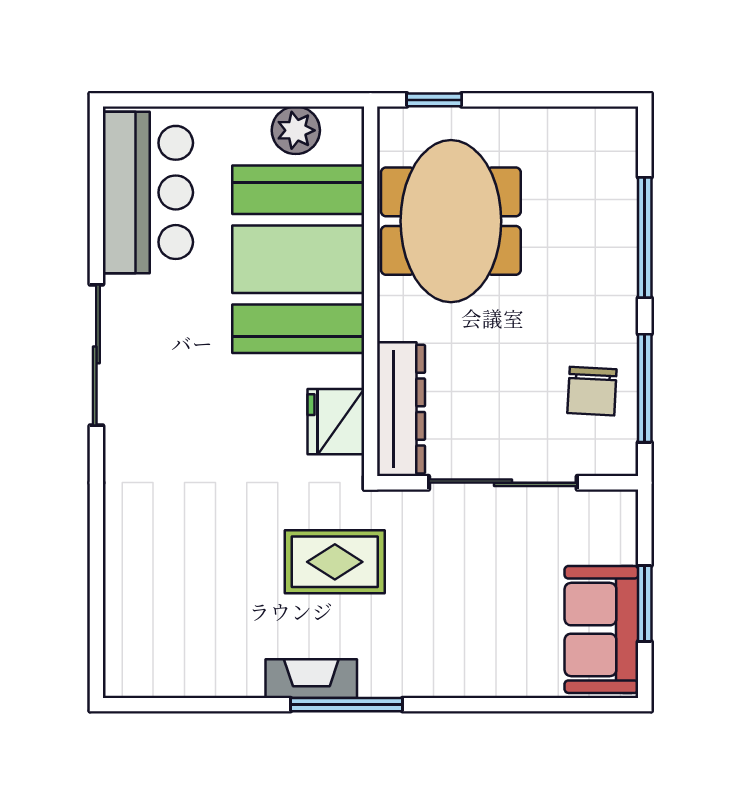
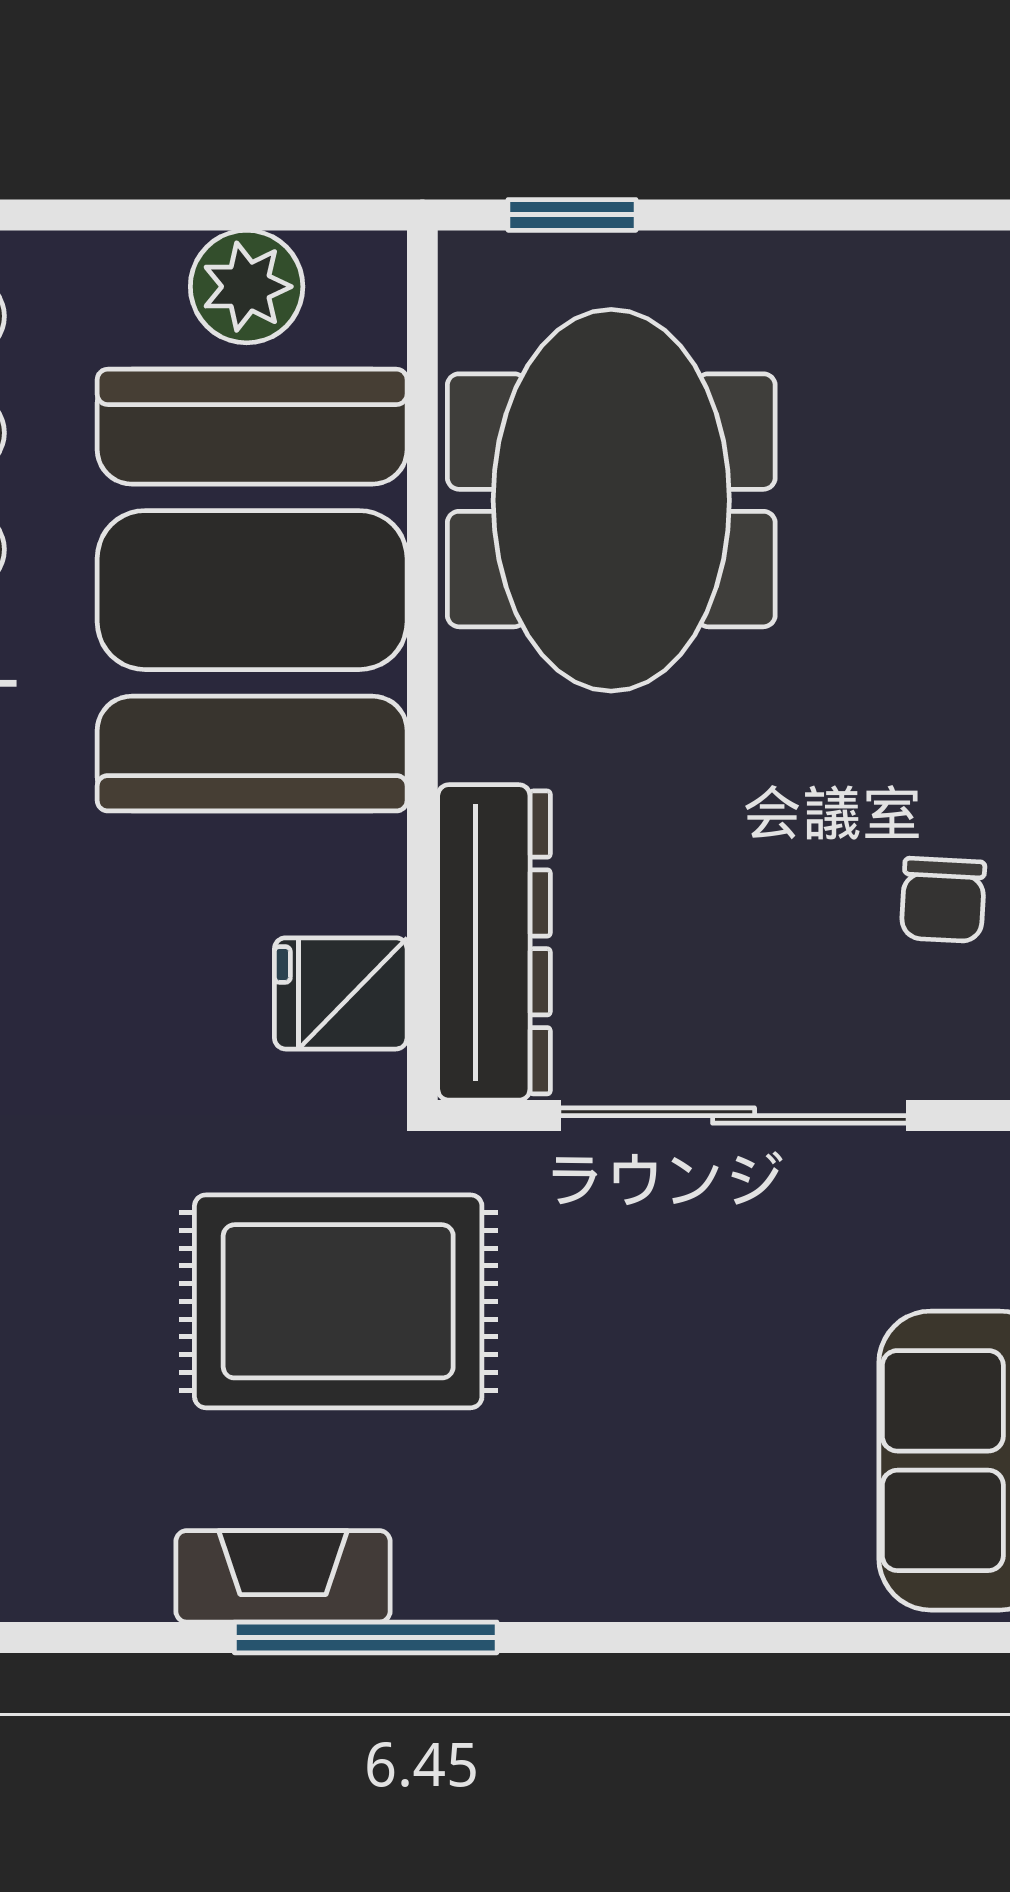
chair: (592, 391) -> (943, 900), width x0.73, depth x0.73
fridge: (336, 422) -> (341, 993), width x0.72
rug: (335, 562) -> (338, 1301), width x1.36, depth x1.43

